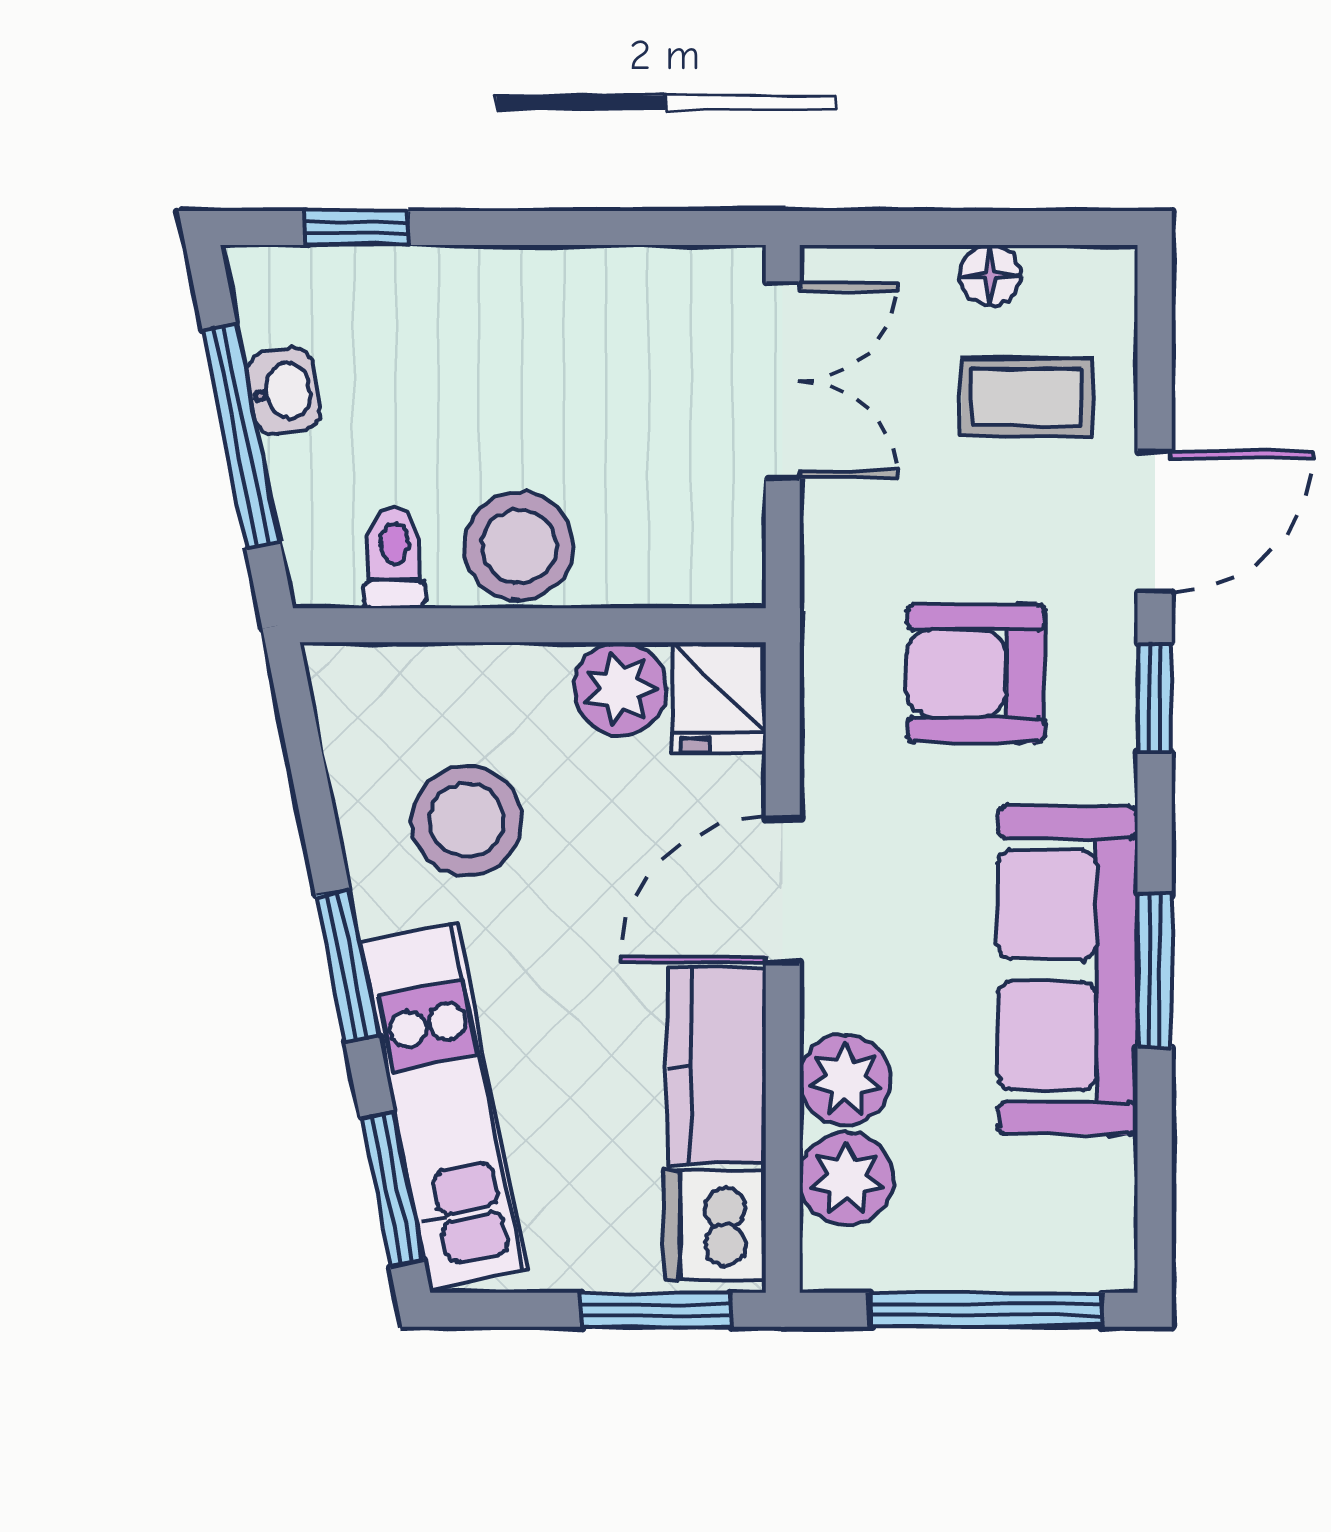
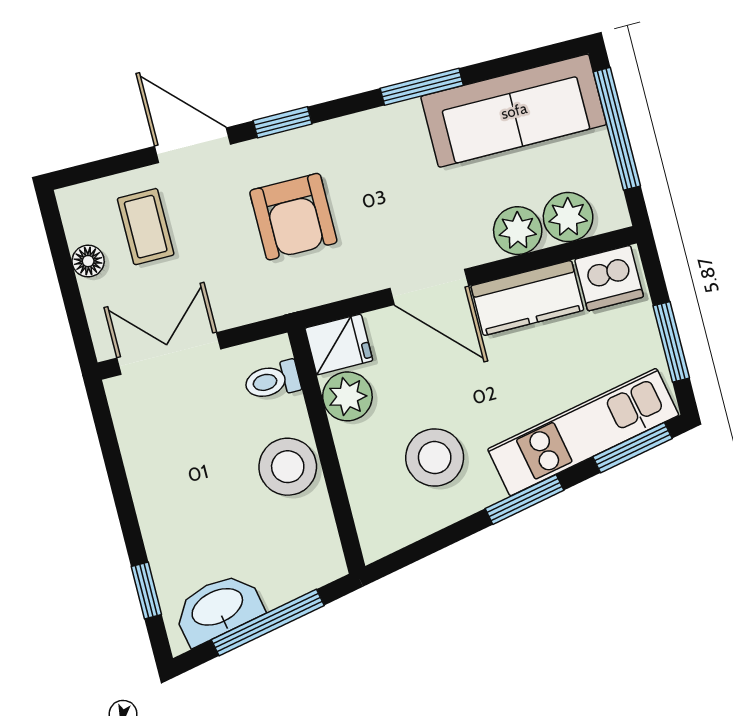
washbasin: (284, 391) -> (218, 608), width x1.91, depth x1.45
toilet: (394, 558) -> (272, 381), moved
sofa: (1068, 970) -> (514, 111), moved
window: (656, 1310) -> (671, 342), moved

